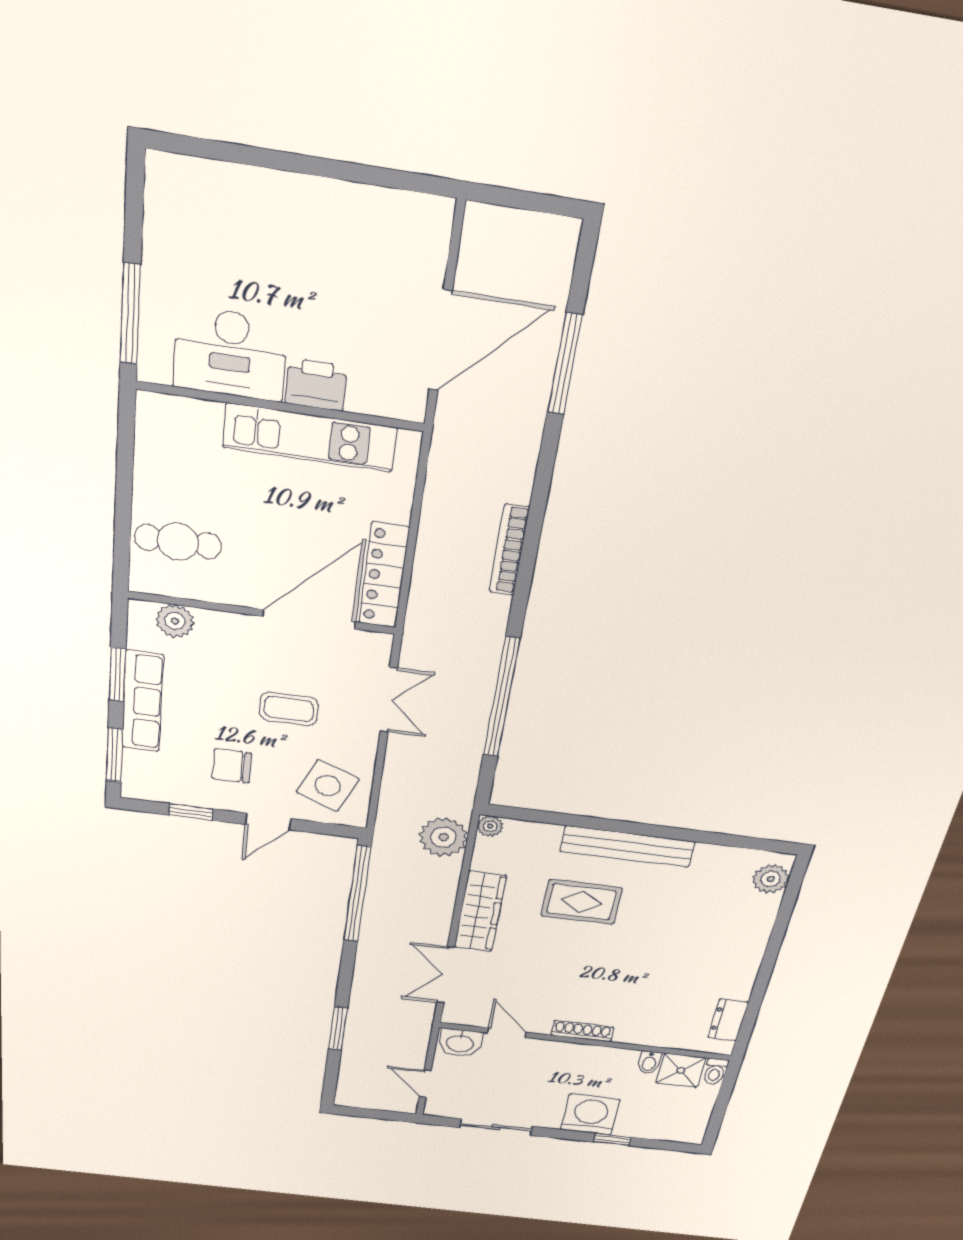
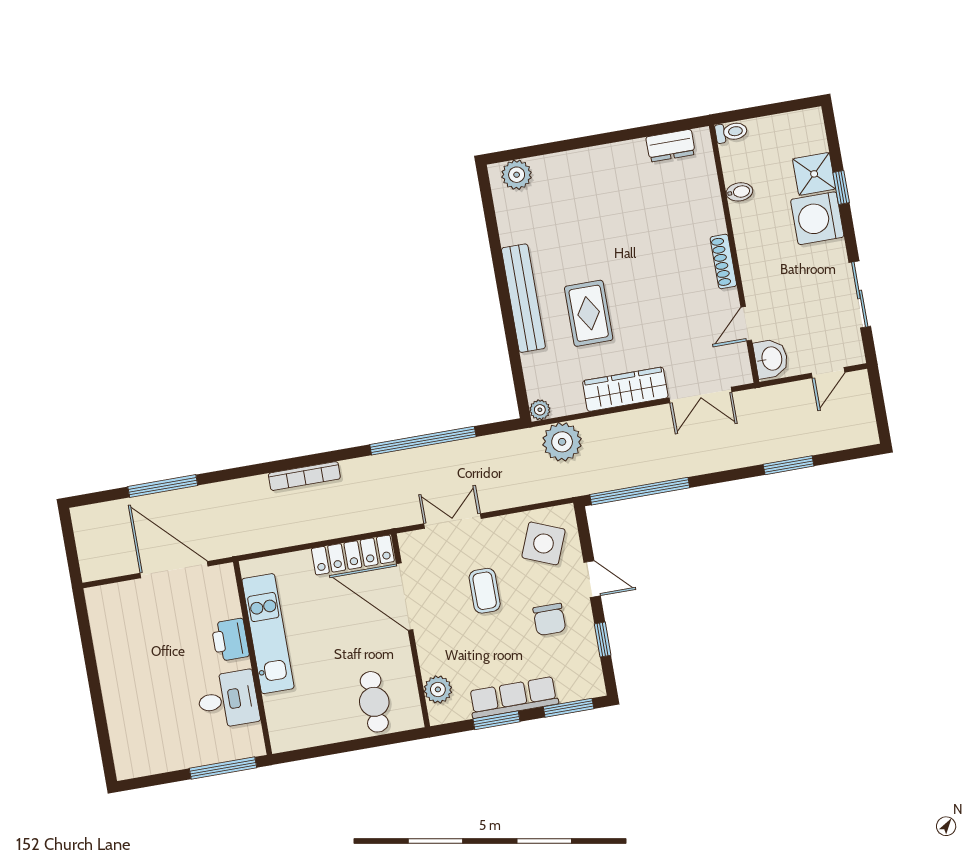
desk: (230, 354) -> (228, 700), width x0.73
shower: (681, 1070) -> (814, 174), moved

